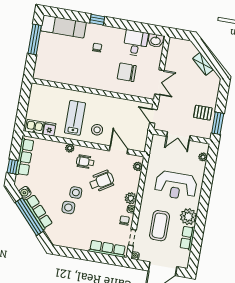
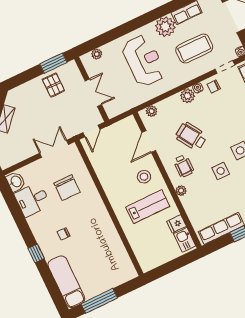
lab bench: (75, 118) -> (148, 207), turned 180
side table: (76, 193) -> (221, 171), moved

